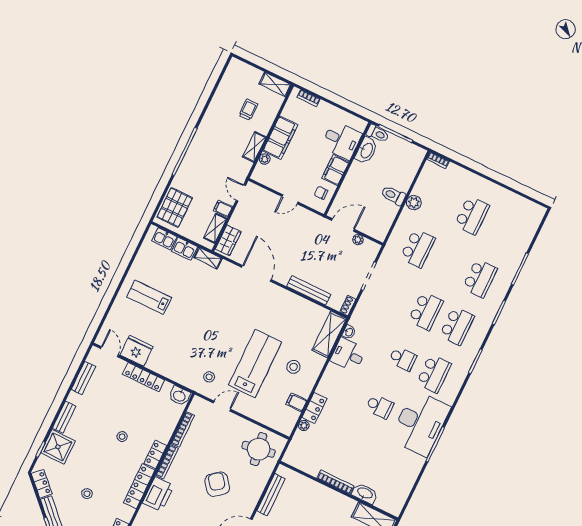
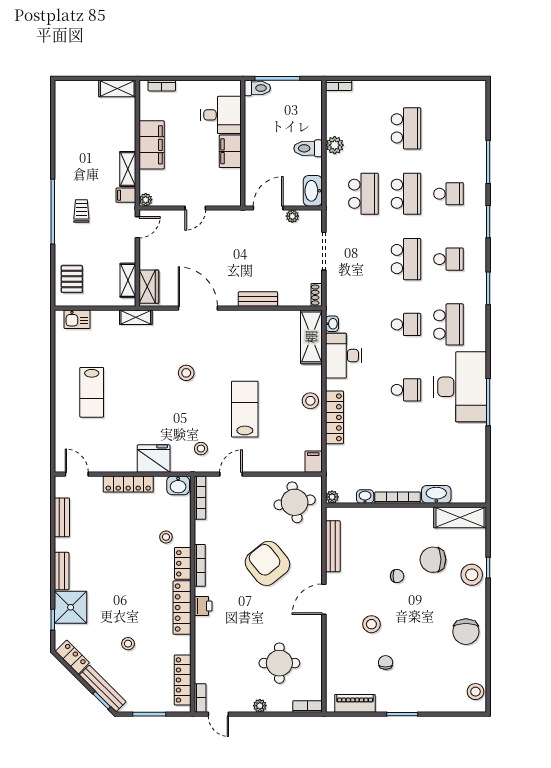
trolley: (248, 110) -> (81, 211), moved
washbasin: (366, 150) -> (313, 191), moved, turned 180
plant: (265, 159) -> (146, 200), moved
door: (241, 193) -> (137, 227), swing flipped
chair: (321, 193) -> (226, 184), removed
pallet: (175, 207) -> (72, 279), width x0.67, depth x0.71
filing cabinet: (223, 209) -> (126, 195), moved
kitchen sink: (184, 249) -> (105, 320), removed
school desk: (449, 263) -> (406, 194), added
school desk: (480, 278) -> (449, 194), width x0.54
bench: (309, 290) -> (258, 299), width x0.73
lab bench: (149, 297) -> (92, 392), turned -90
stool: (225, 316) -> (186, 373), added
school desk: (457, 326) -> (449, 259), width x0.54
fridge: (137, 351) -> (154, 459), moved
desk: (348, 355) -> (343, 356), width x1.37
lab bench: (255, 364) -> (245, 409), width x0.73, depth x0.72
stool: (293, 367) -> (310, 401), moved
filing cabinet: (296, 402) -> (313, 462), moved, turned 90
locker: (314, 408) -> (334, 417), width x1.53
plant: (304, 426) -> (332, 497), moved
bookcase: (183, 429) -> (200, 498), moved
stool: (122, 437) -> (166, 537), moved
washbasin: (312, 470) -> (365, 497), added
armchair: (217, 484) -> (267, 563), width x1.36, depth x1.36
printer: (158, 494) -> (203, 606), width x0.53, depth x0.68

